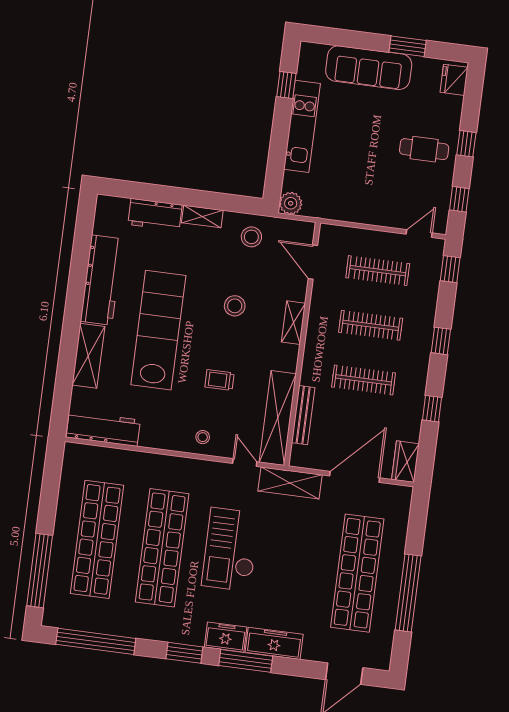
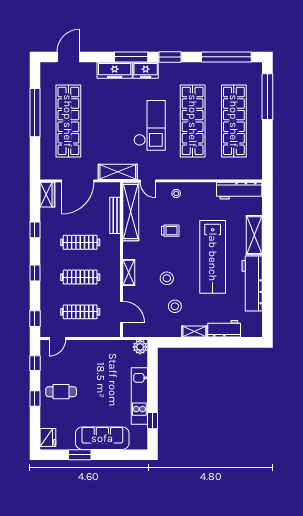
stool: (251, 237) -> (175, 306), moved

